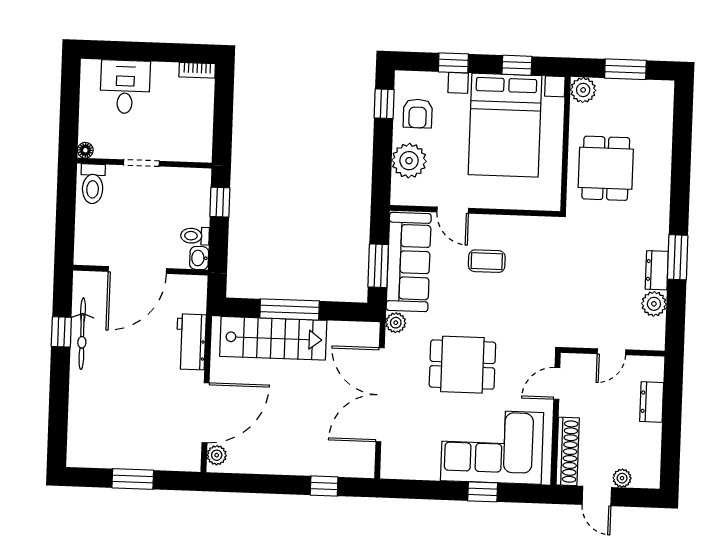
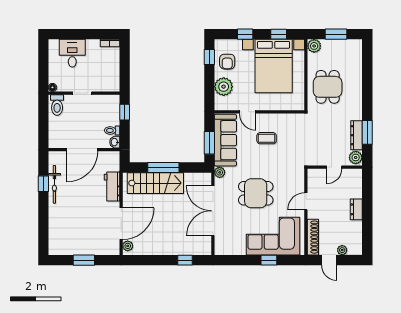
dresser: (657, 270) -> (356, 135), width x1.44
door: (611, 352) -> (334, 167), moved
wall: (613, 352) -> (335, 167), moved

